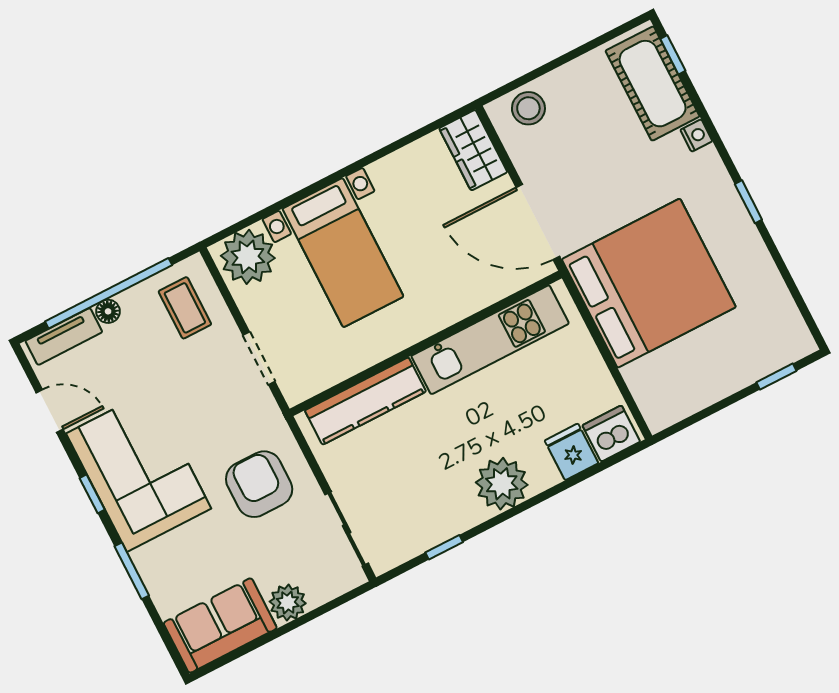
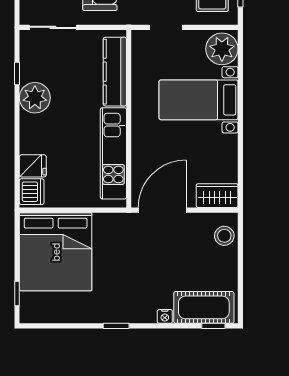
bed: (649, 283) -> (56, 252), moved
plant: (502, 484) -> (35, 98), moved

